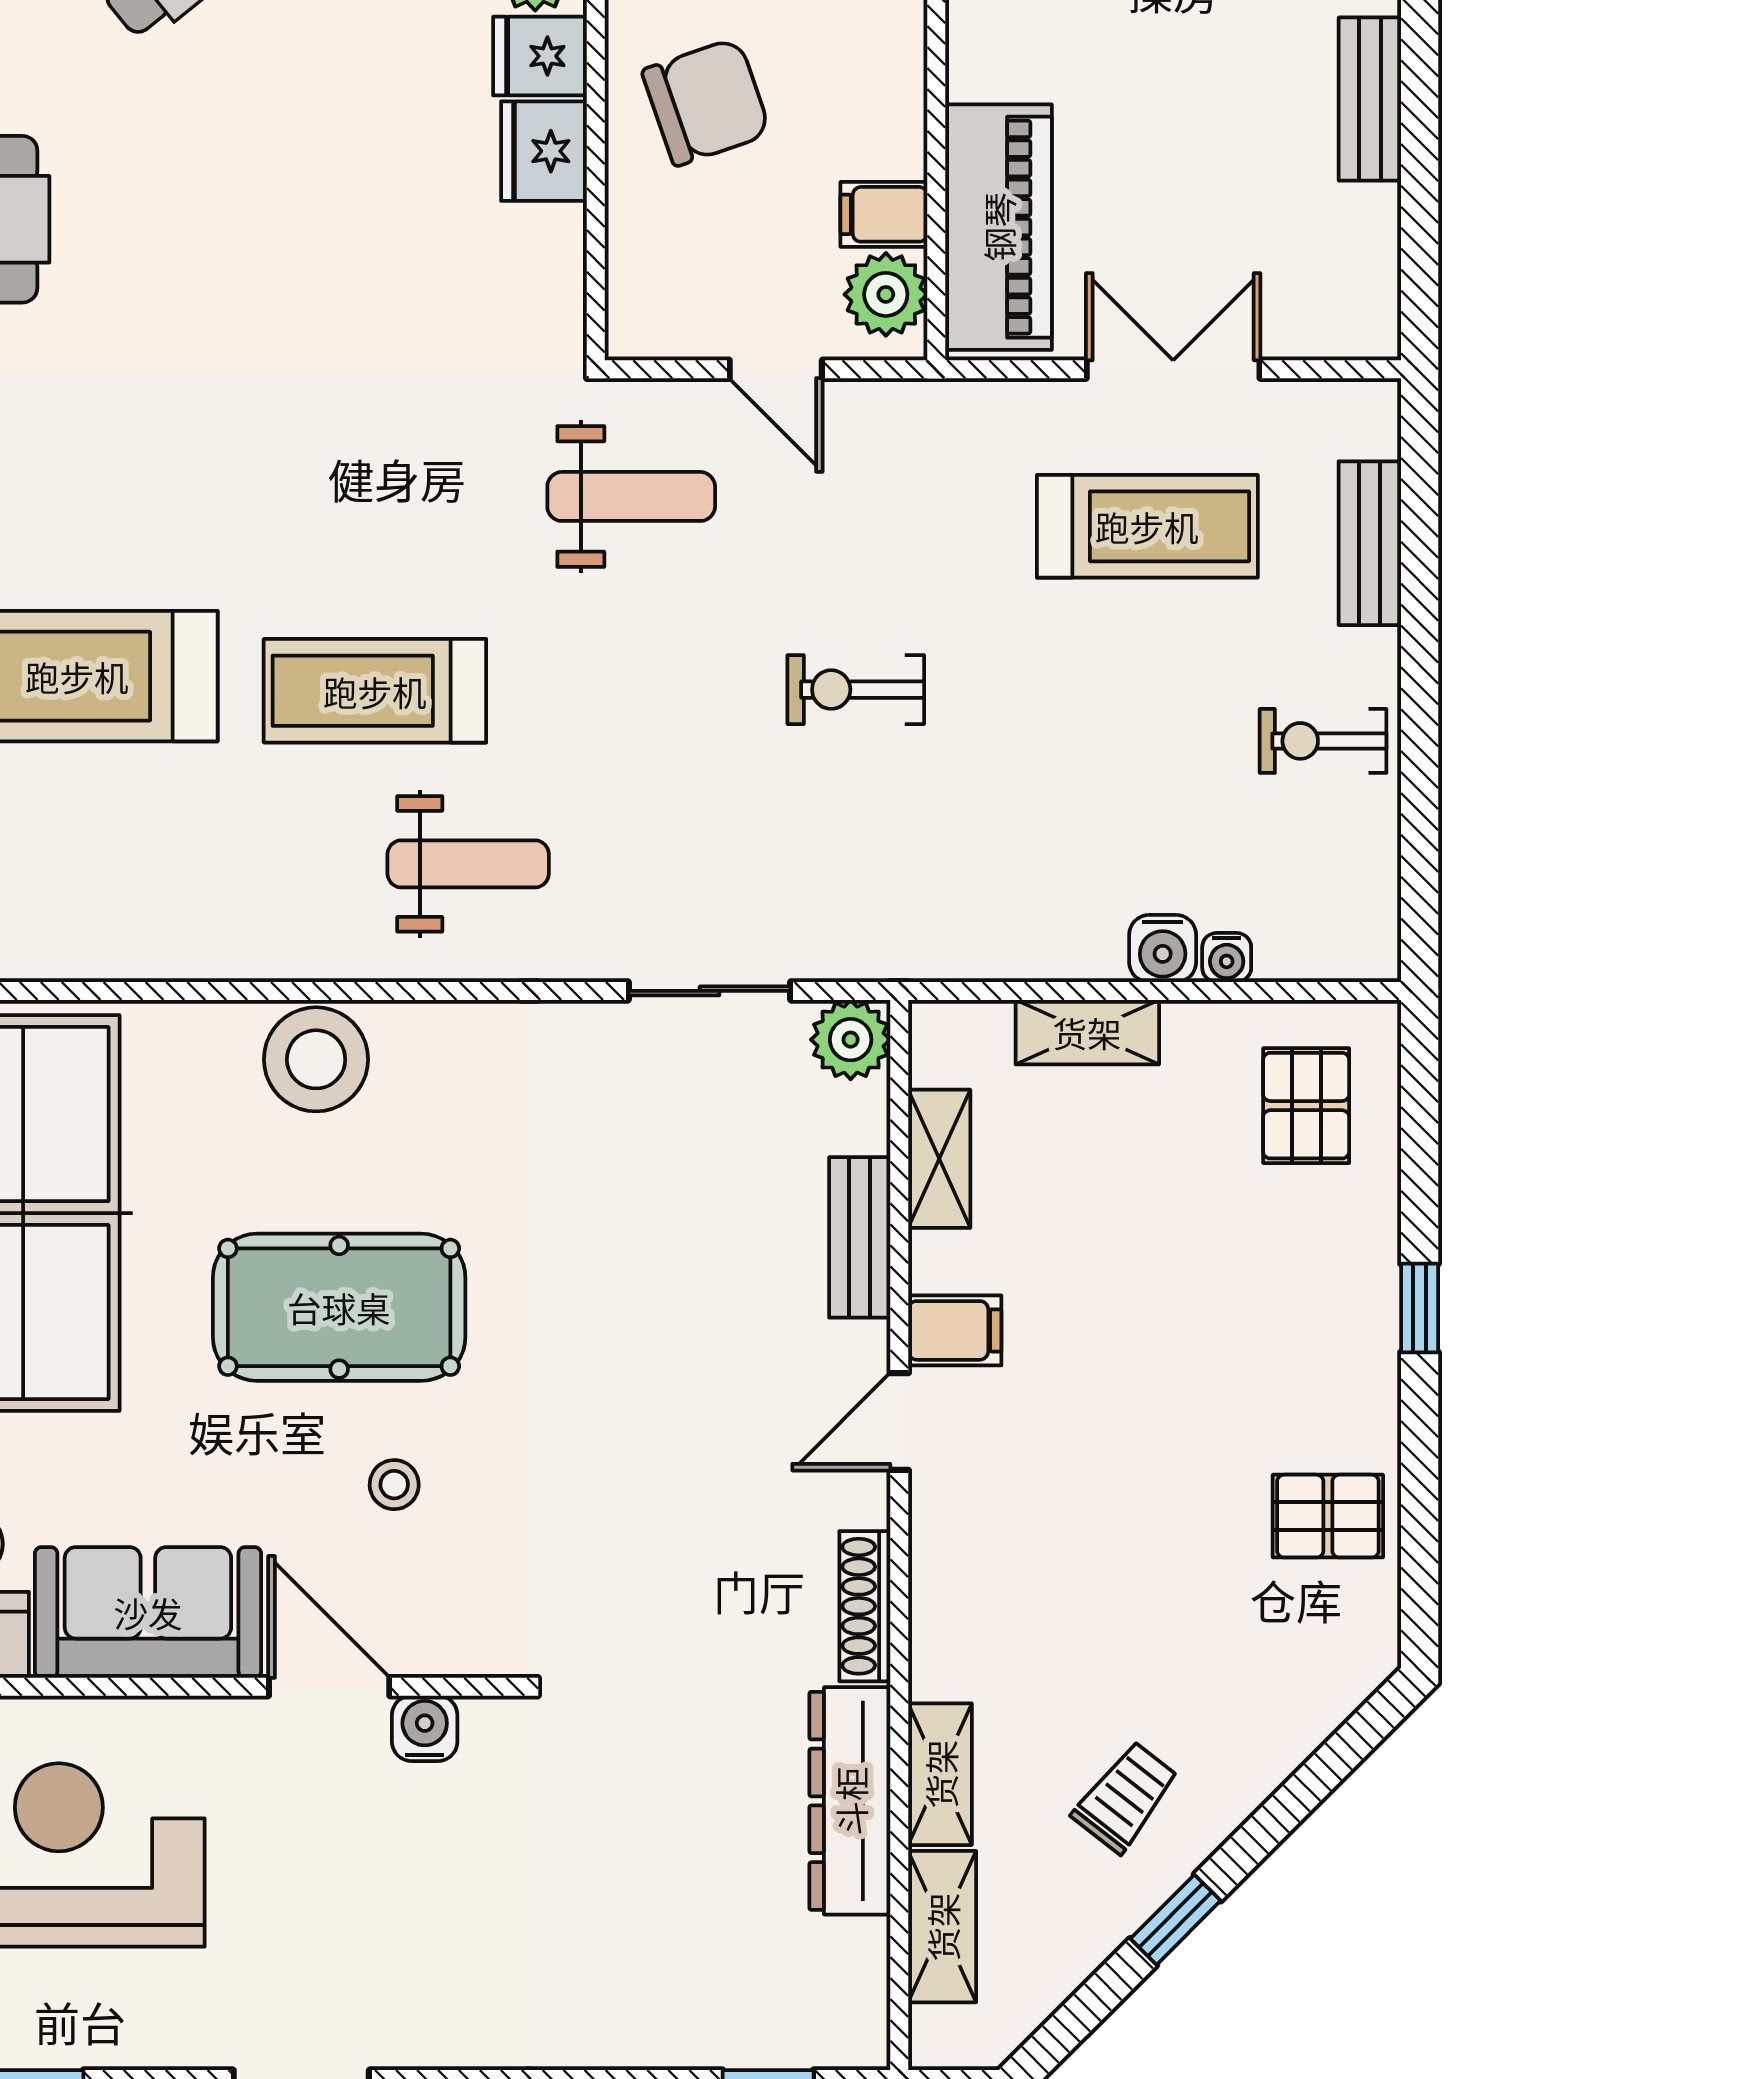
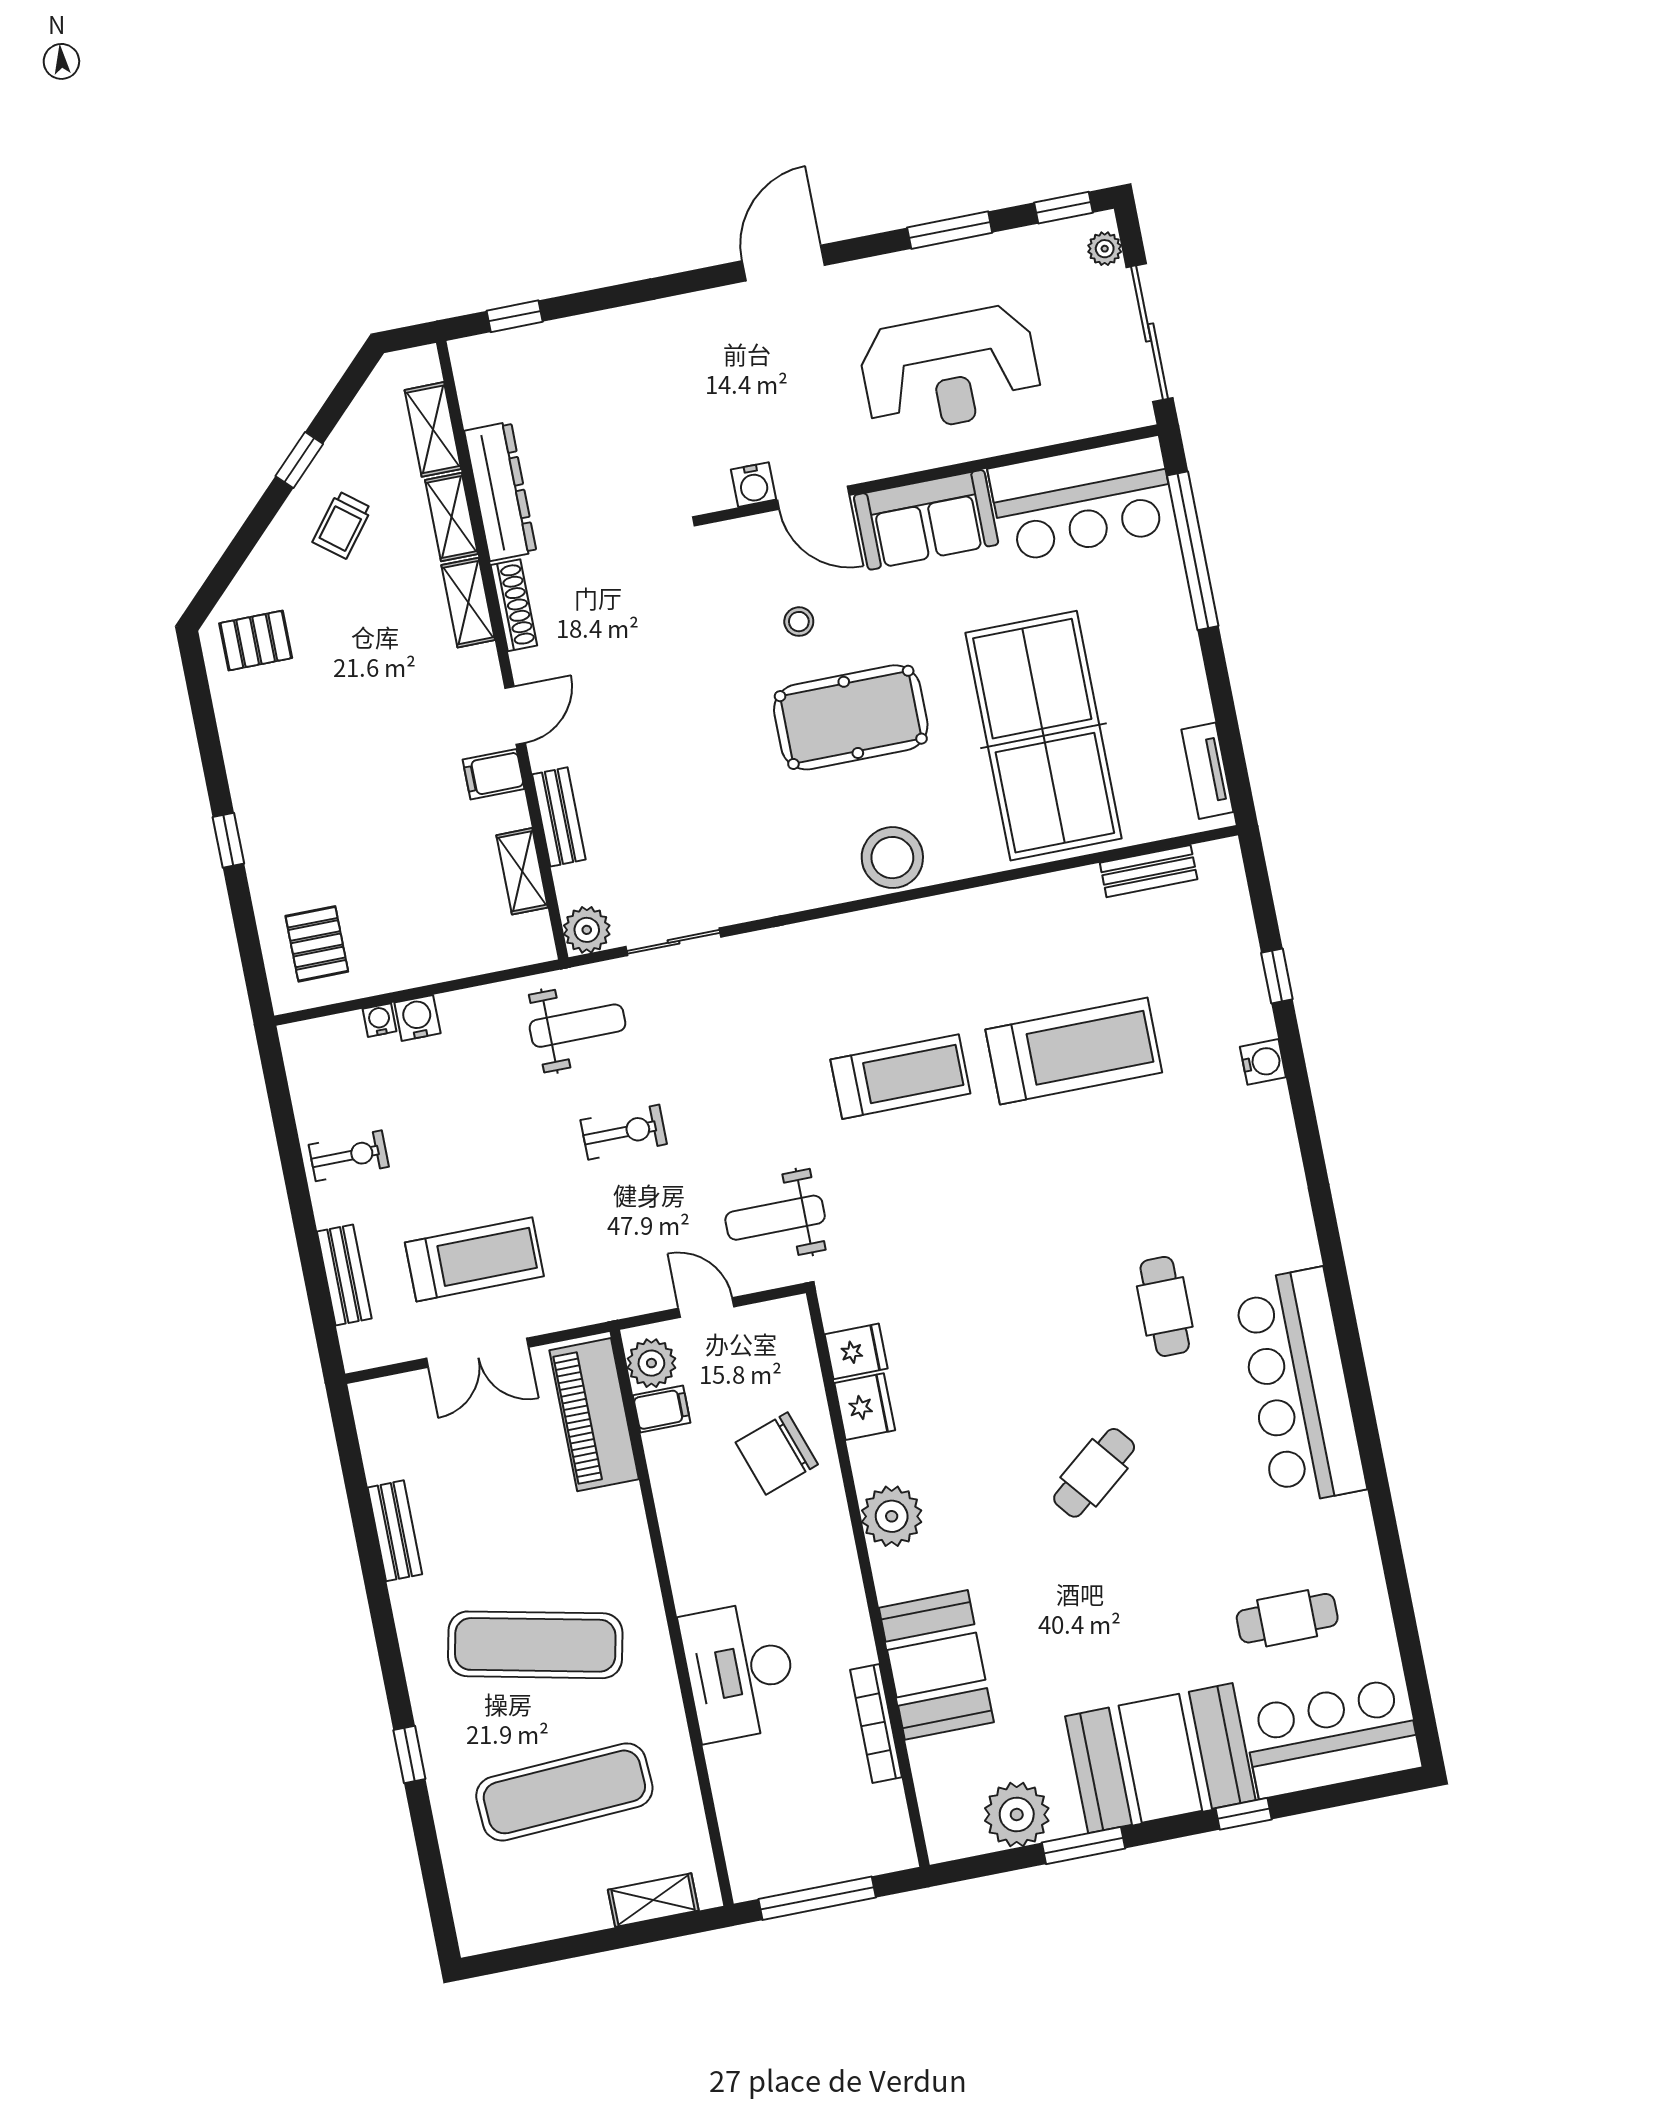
fridge: (540, 56) -> (856, 1351), moved
treadmill: (1147, 526) -> (474, 1259), turned 180
weight bench: (468, 864) -> (577, 1026), moved, turned 180
shelving: (1087, 1032) -> (468, 603), moved, turned 90
pallet: (1328, 1516) -> (256, 641), moved

